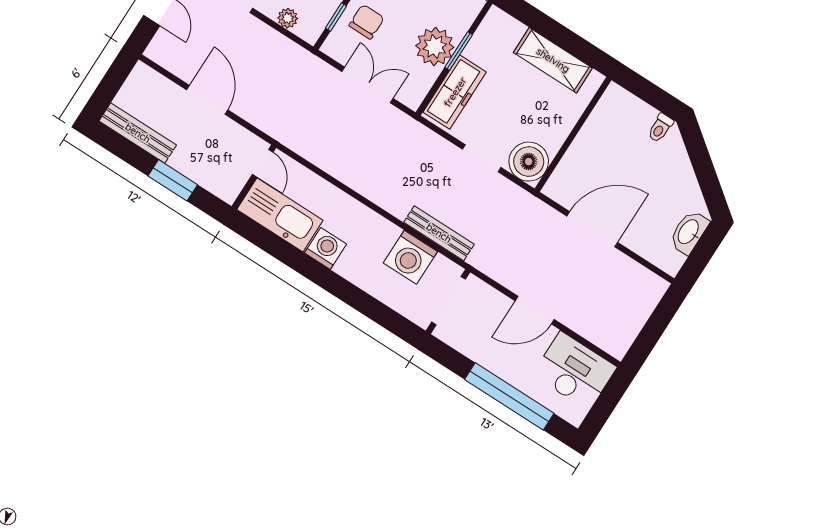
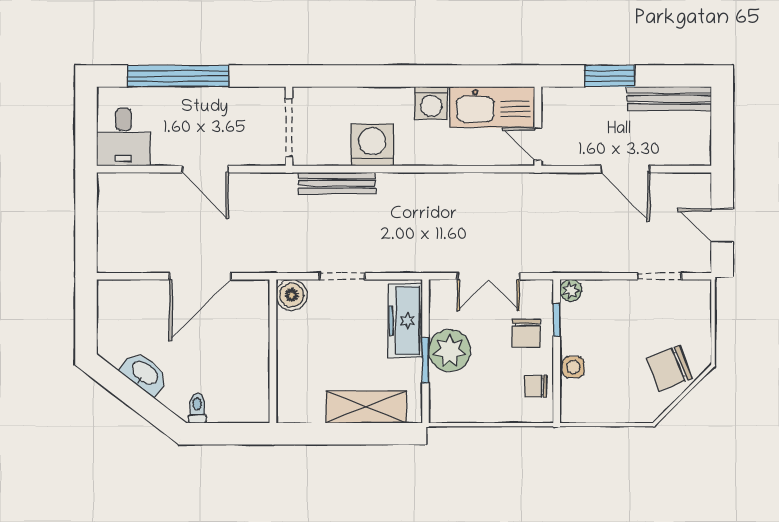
plant: (288, 18) -> (571, 290), moved
shelving: (553, 60) -> (366, 407), moved
boiler: (529, 162) -> (292, 295), width x0.73, depth x0.73
washbasin: (689, 232) -> (144, 373), moved, turned -52
washing machine: (410, 257) -> (372, 145), moved
door: (535, 310) -> (205, 169), swing flipped
desk: (575, 371) -> (123, 137), width x0.73

